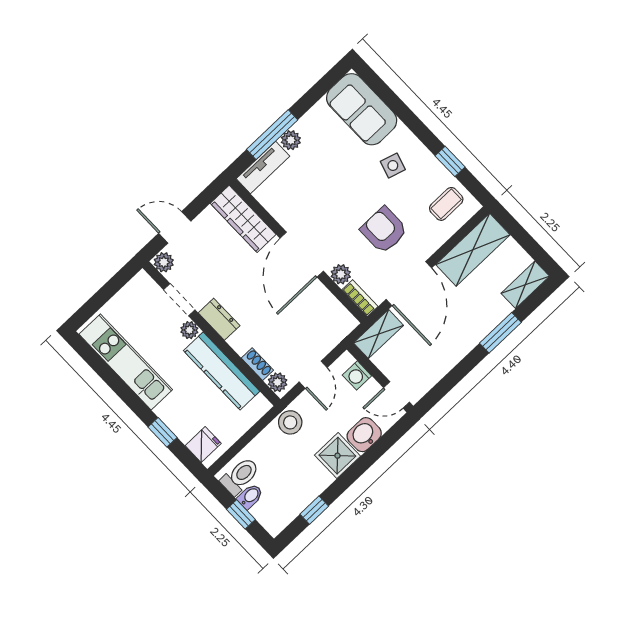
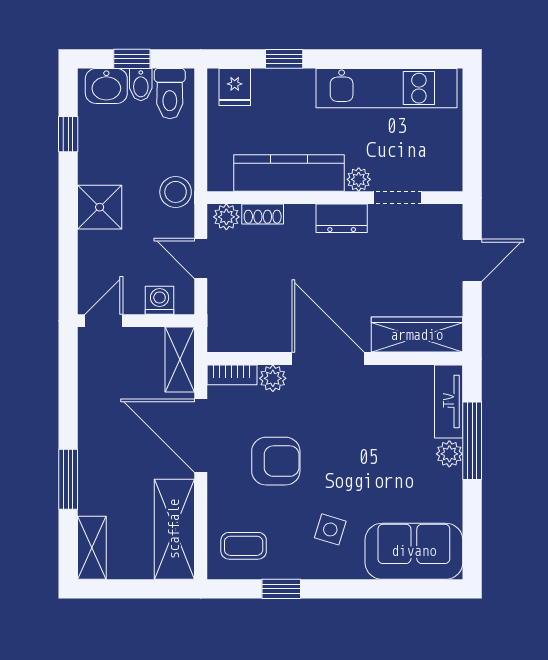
coffee table: (446, 204) -> (244, 546), turned 90
plant: (164, 262) -> (448, 217), removed
washbasin: (364, 435) -> (106, 86), moved, turned 90

